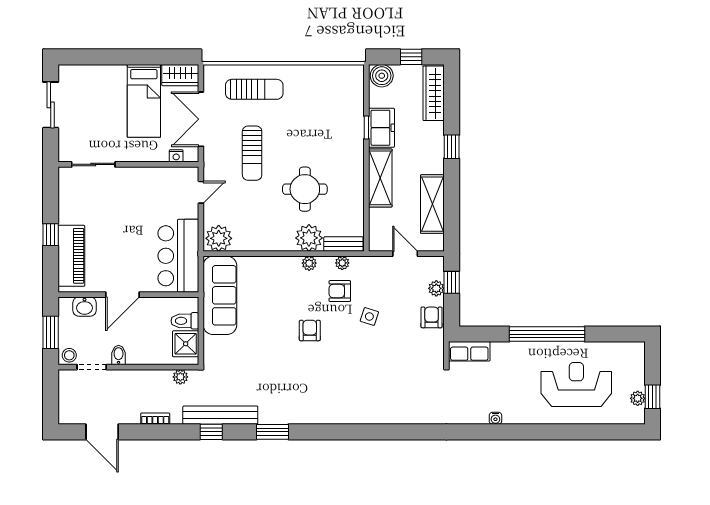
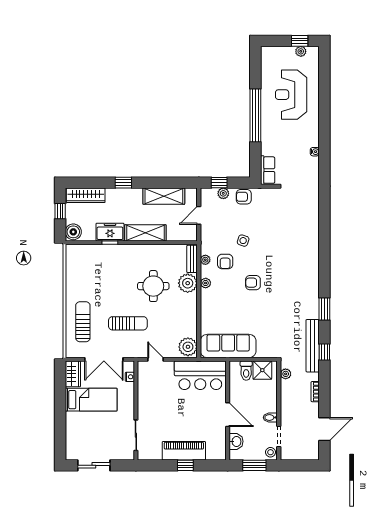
piano: (71, 256) -> (184, 451), moved

